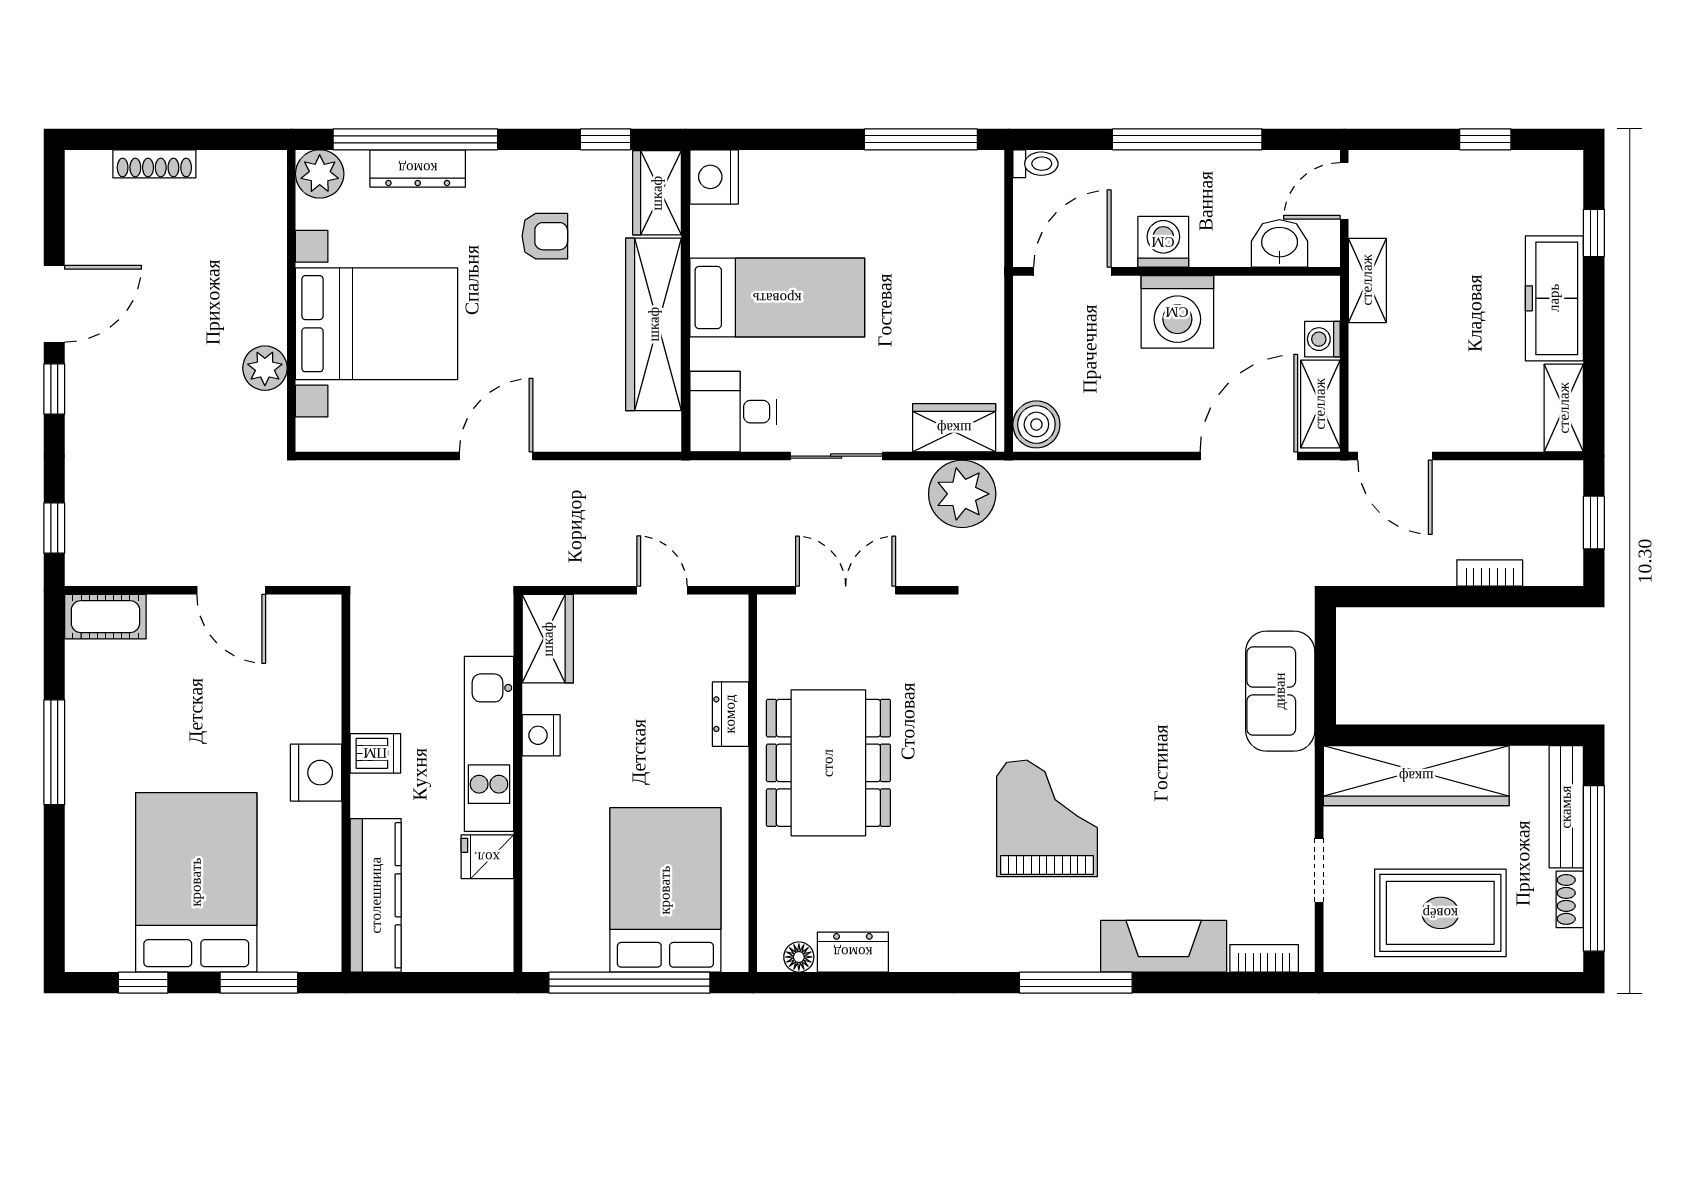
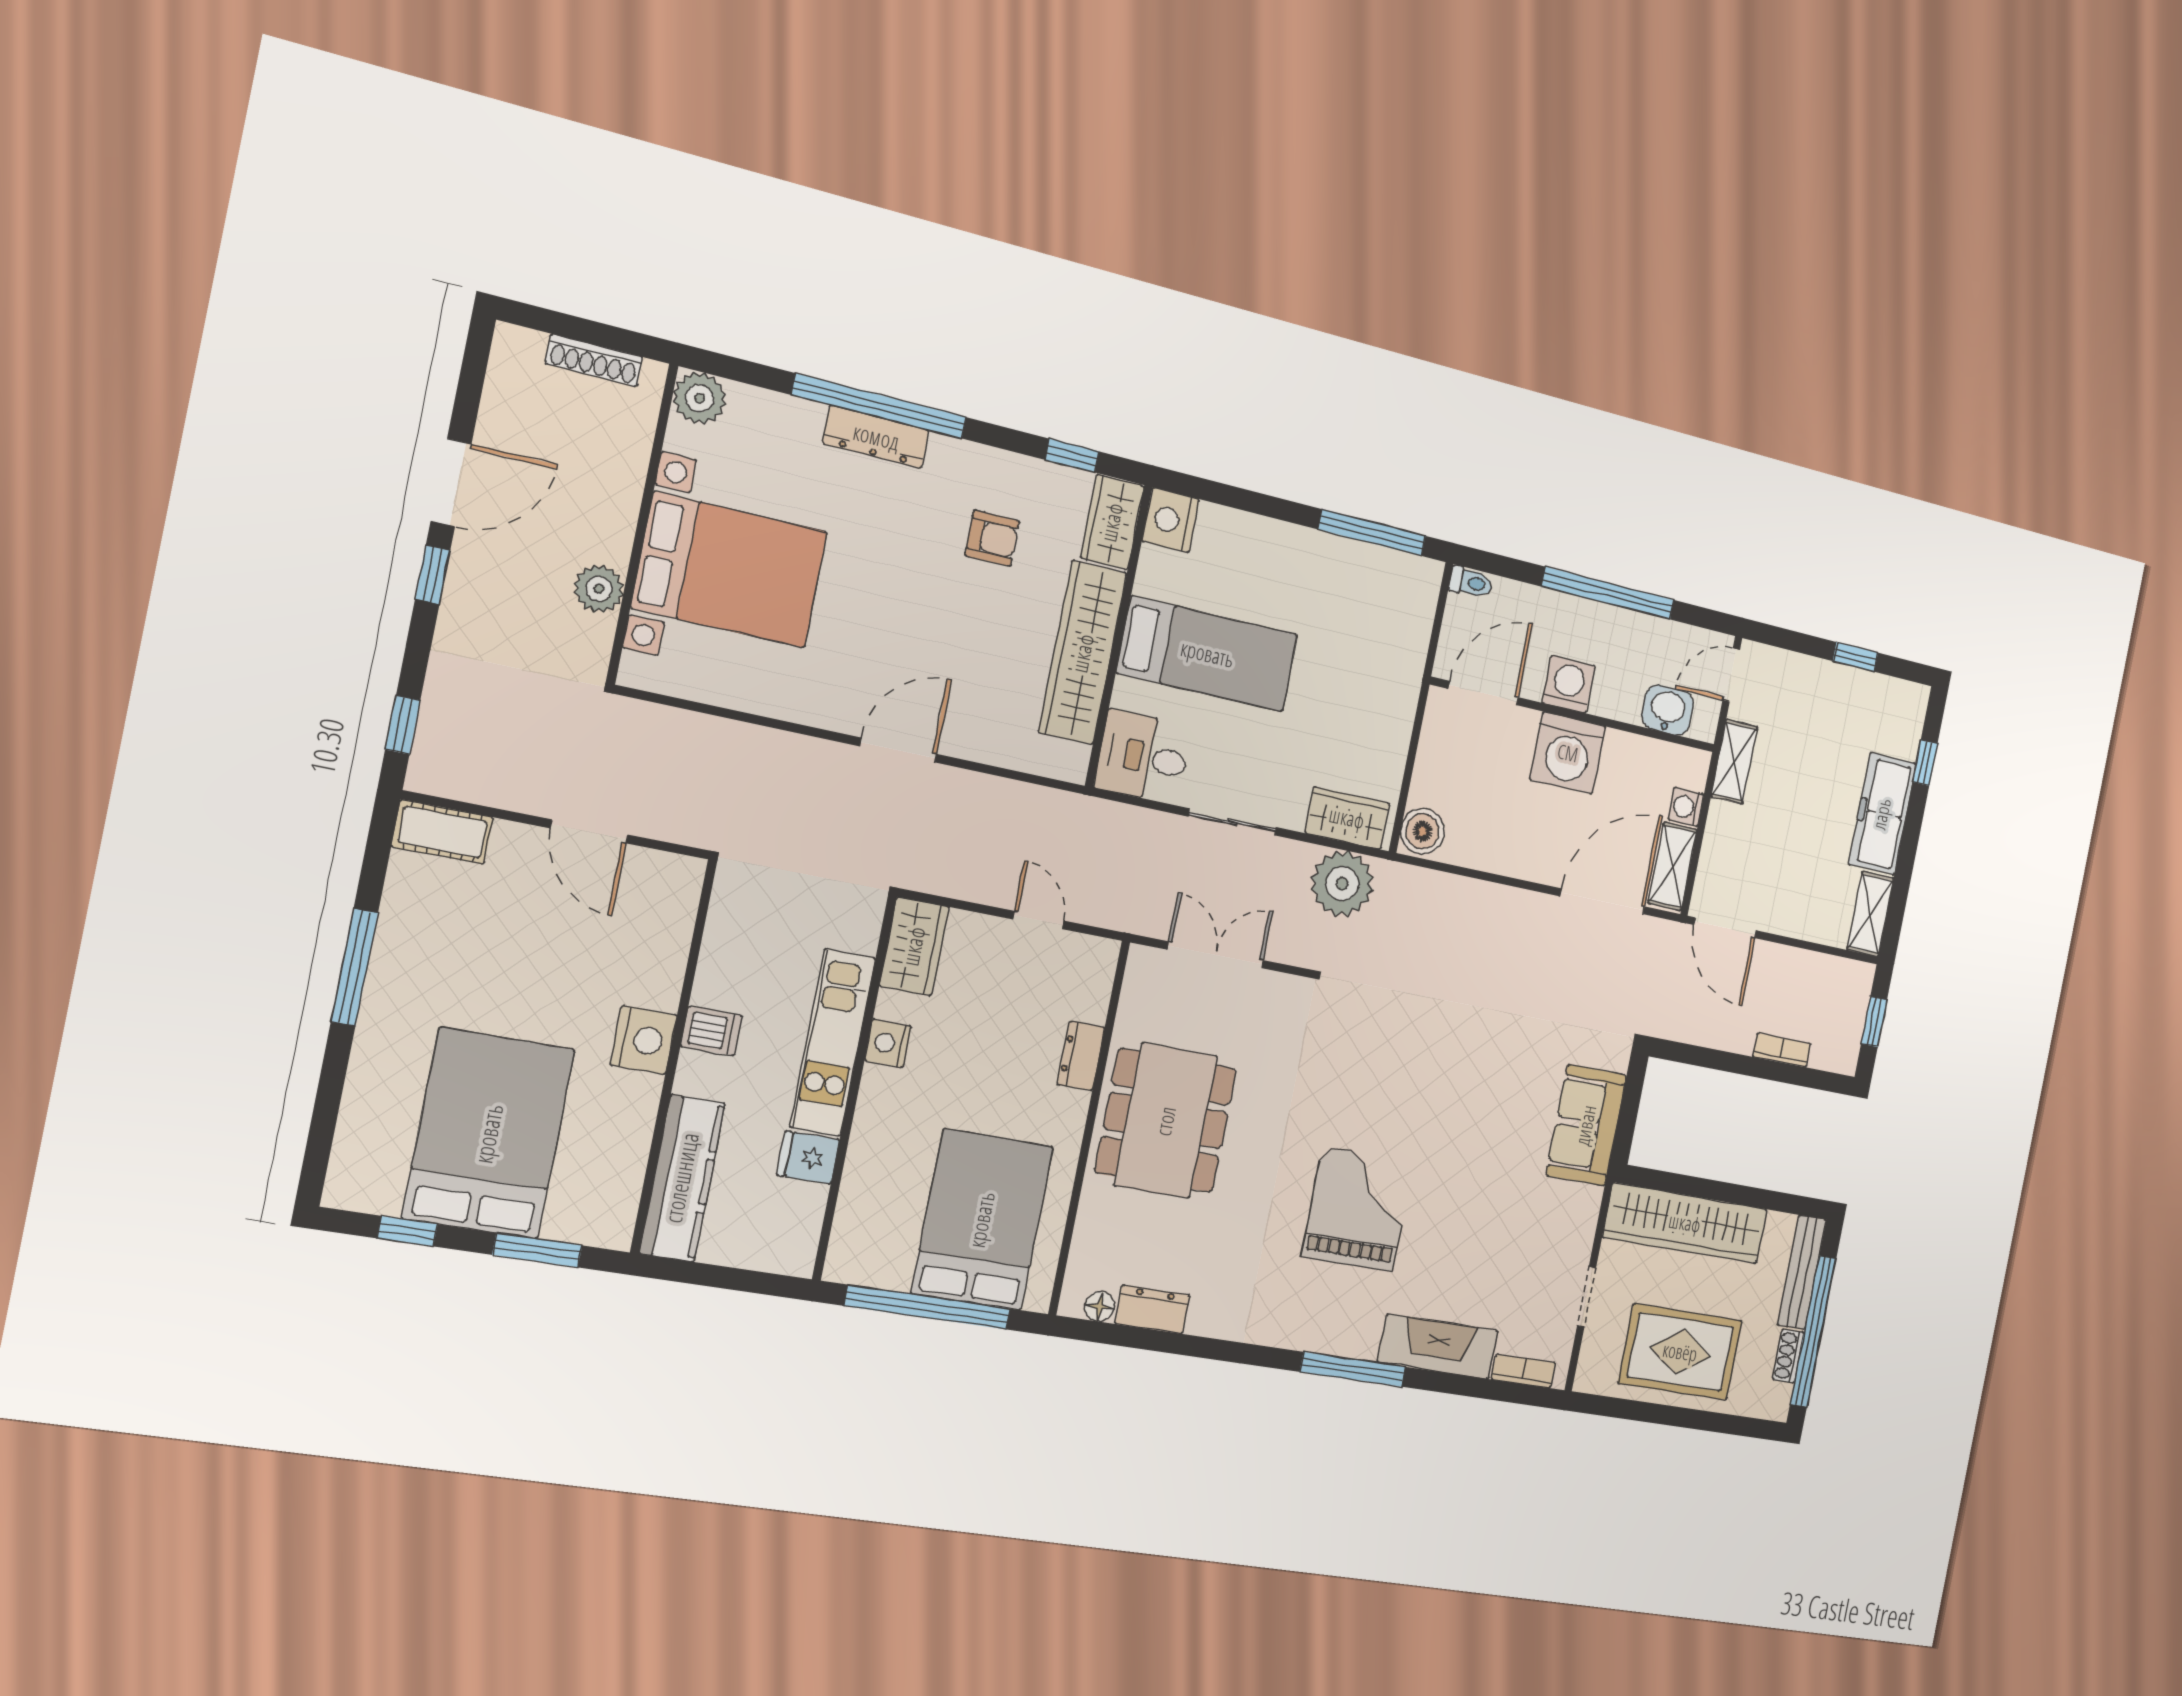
plant: (320, 174) -> (700, 398), moved
wall: (291, 301) -> (642, 524), moved
bed with nightstands: (377, 324) -> (730, 570), moved
plant: (265, 368) -> (599, 589), moved

